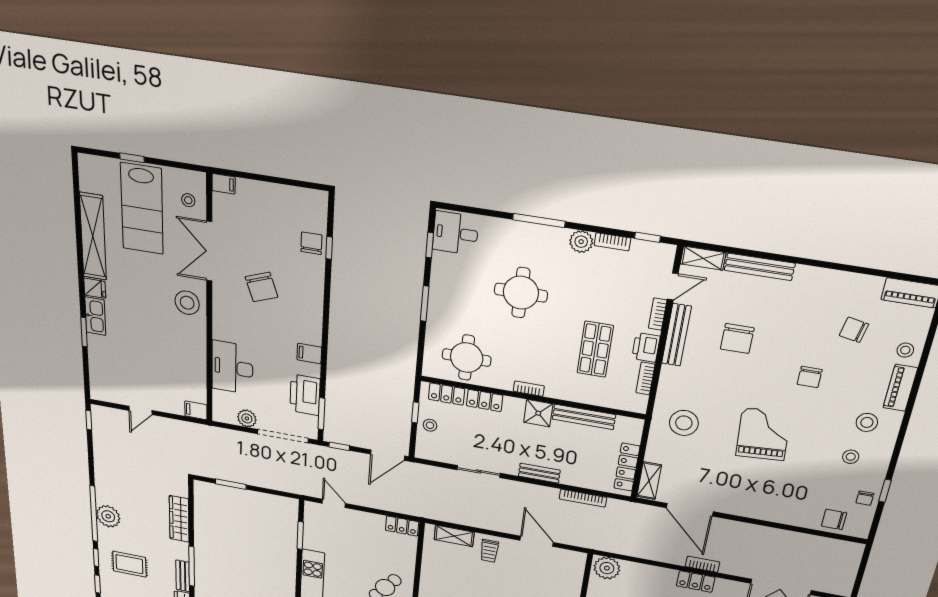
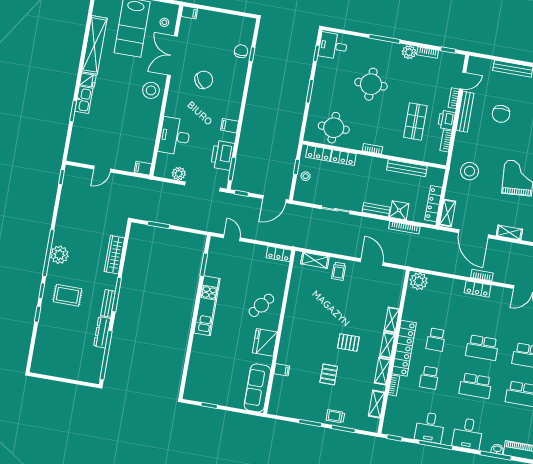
shelving: (703, 258) -> (509, 232), moved
chair: (261, 287) -> (204, 80), turned -105
shower: (538, 413) -> (399, 210), moved

